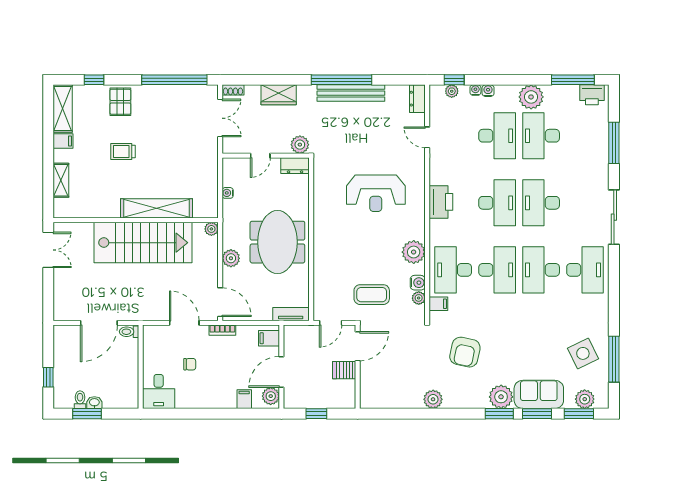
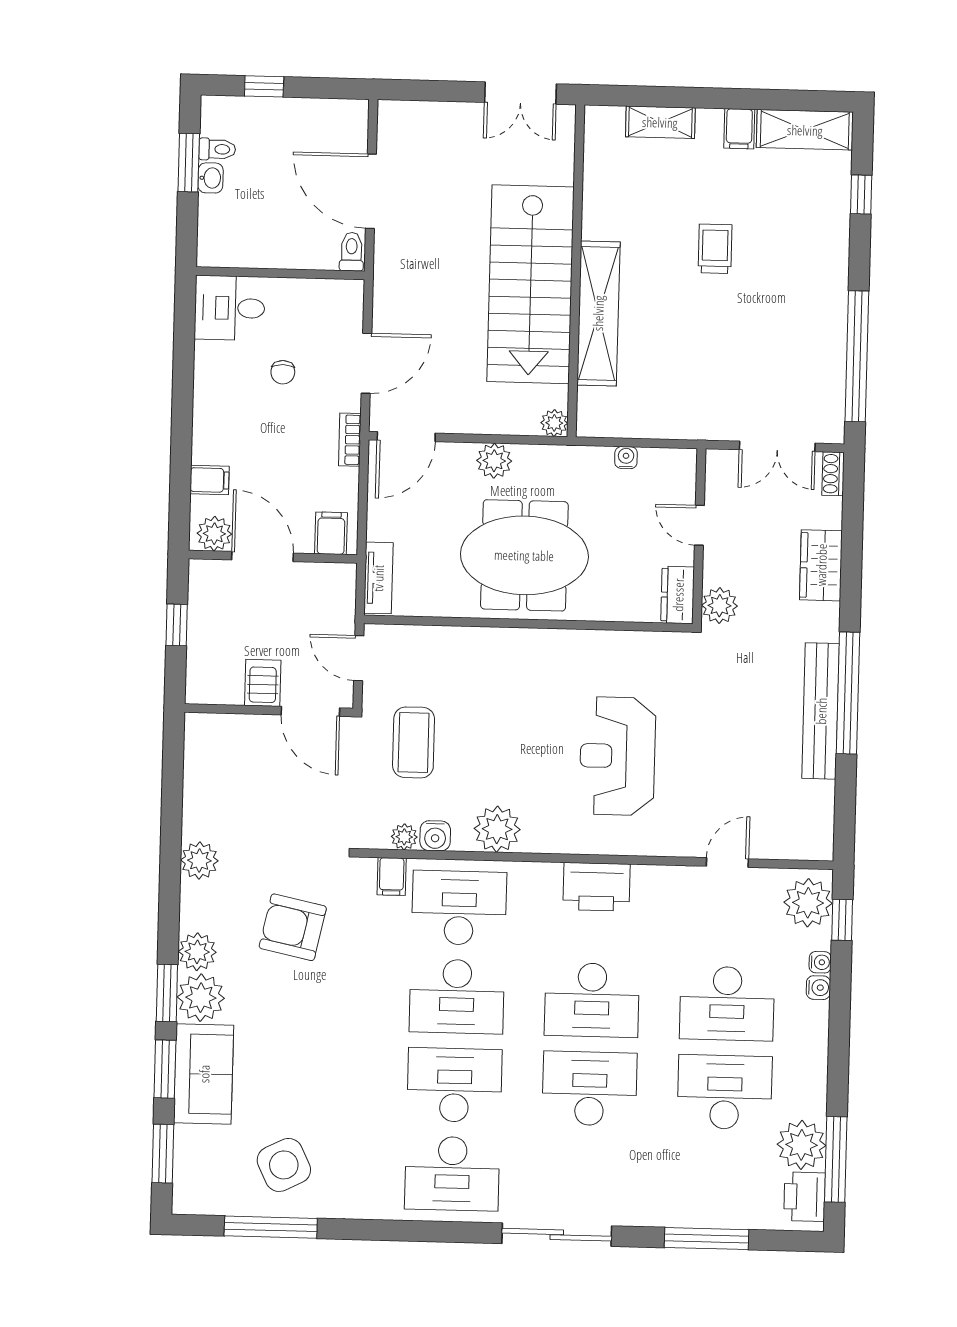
plant: (452, 91) -> (808, 903), width x1.88, depth x1.88
plant: (531, 97) -> (801, 1145), moved
dresser: (417, 99) -> (806, 845), removed
pallet: (120, 102) -> (815, 246), removed
plant: (585, 399) -> (197, 952), moved

